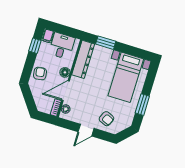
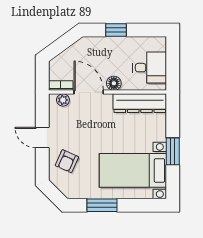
filing cabinet: (48, 36) -> (158, 44), removed
window: (106, 43) -> (173, 151), moved
window: (35, 46) -> (116, 30), moved
armchair: (40, 74) -> (102, 49), removed

